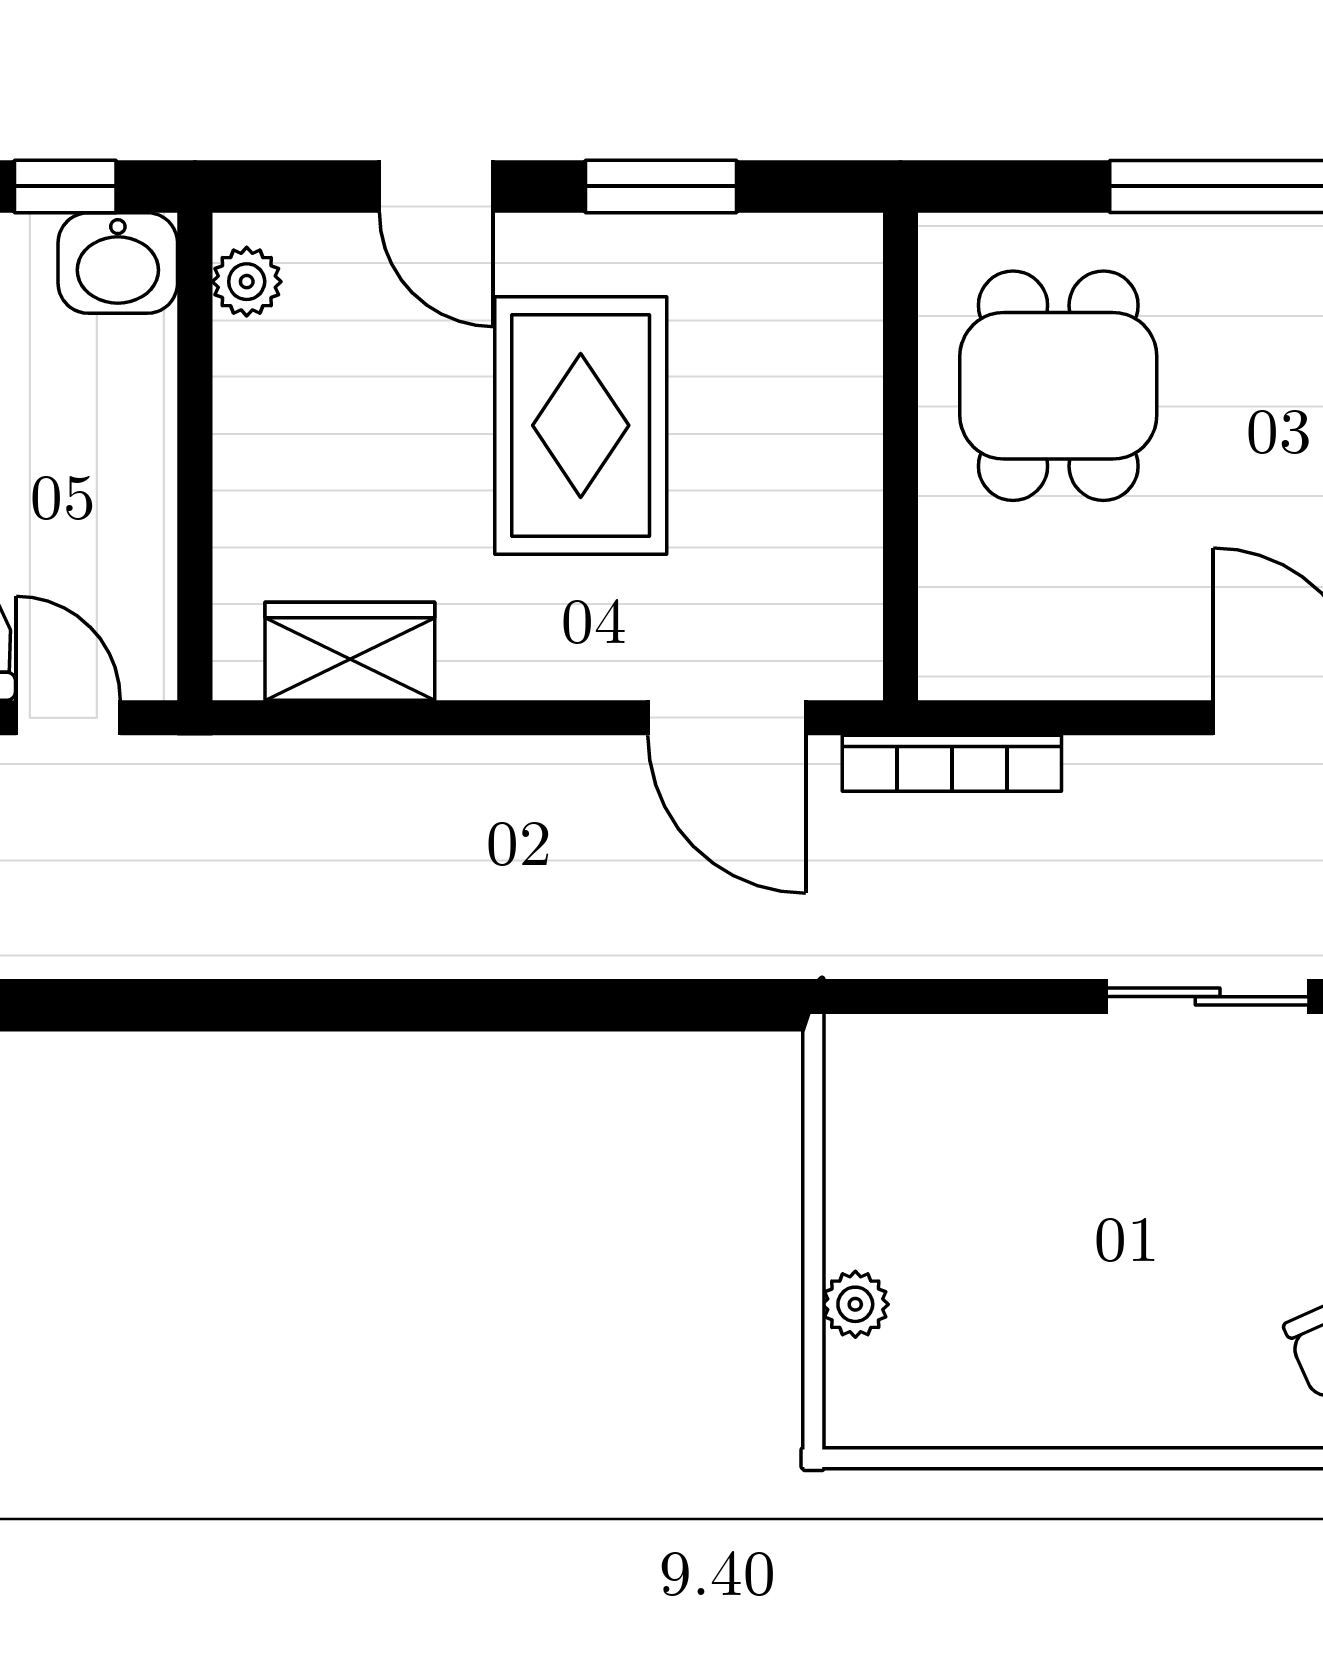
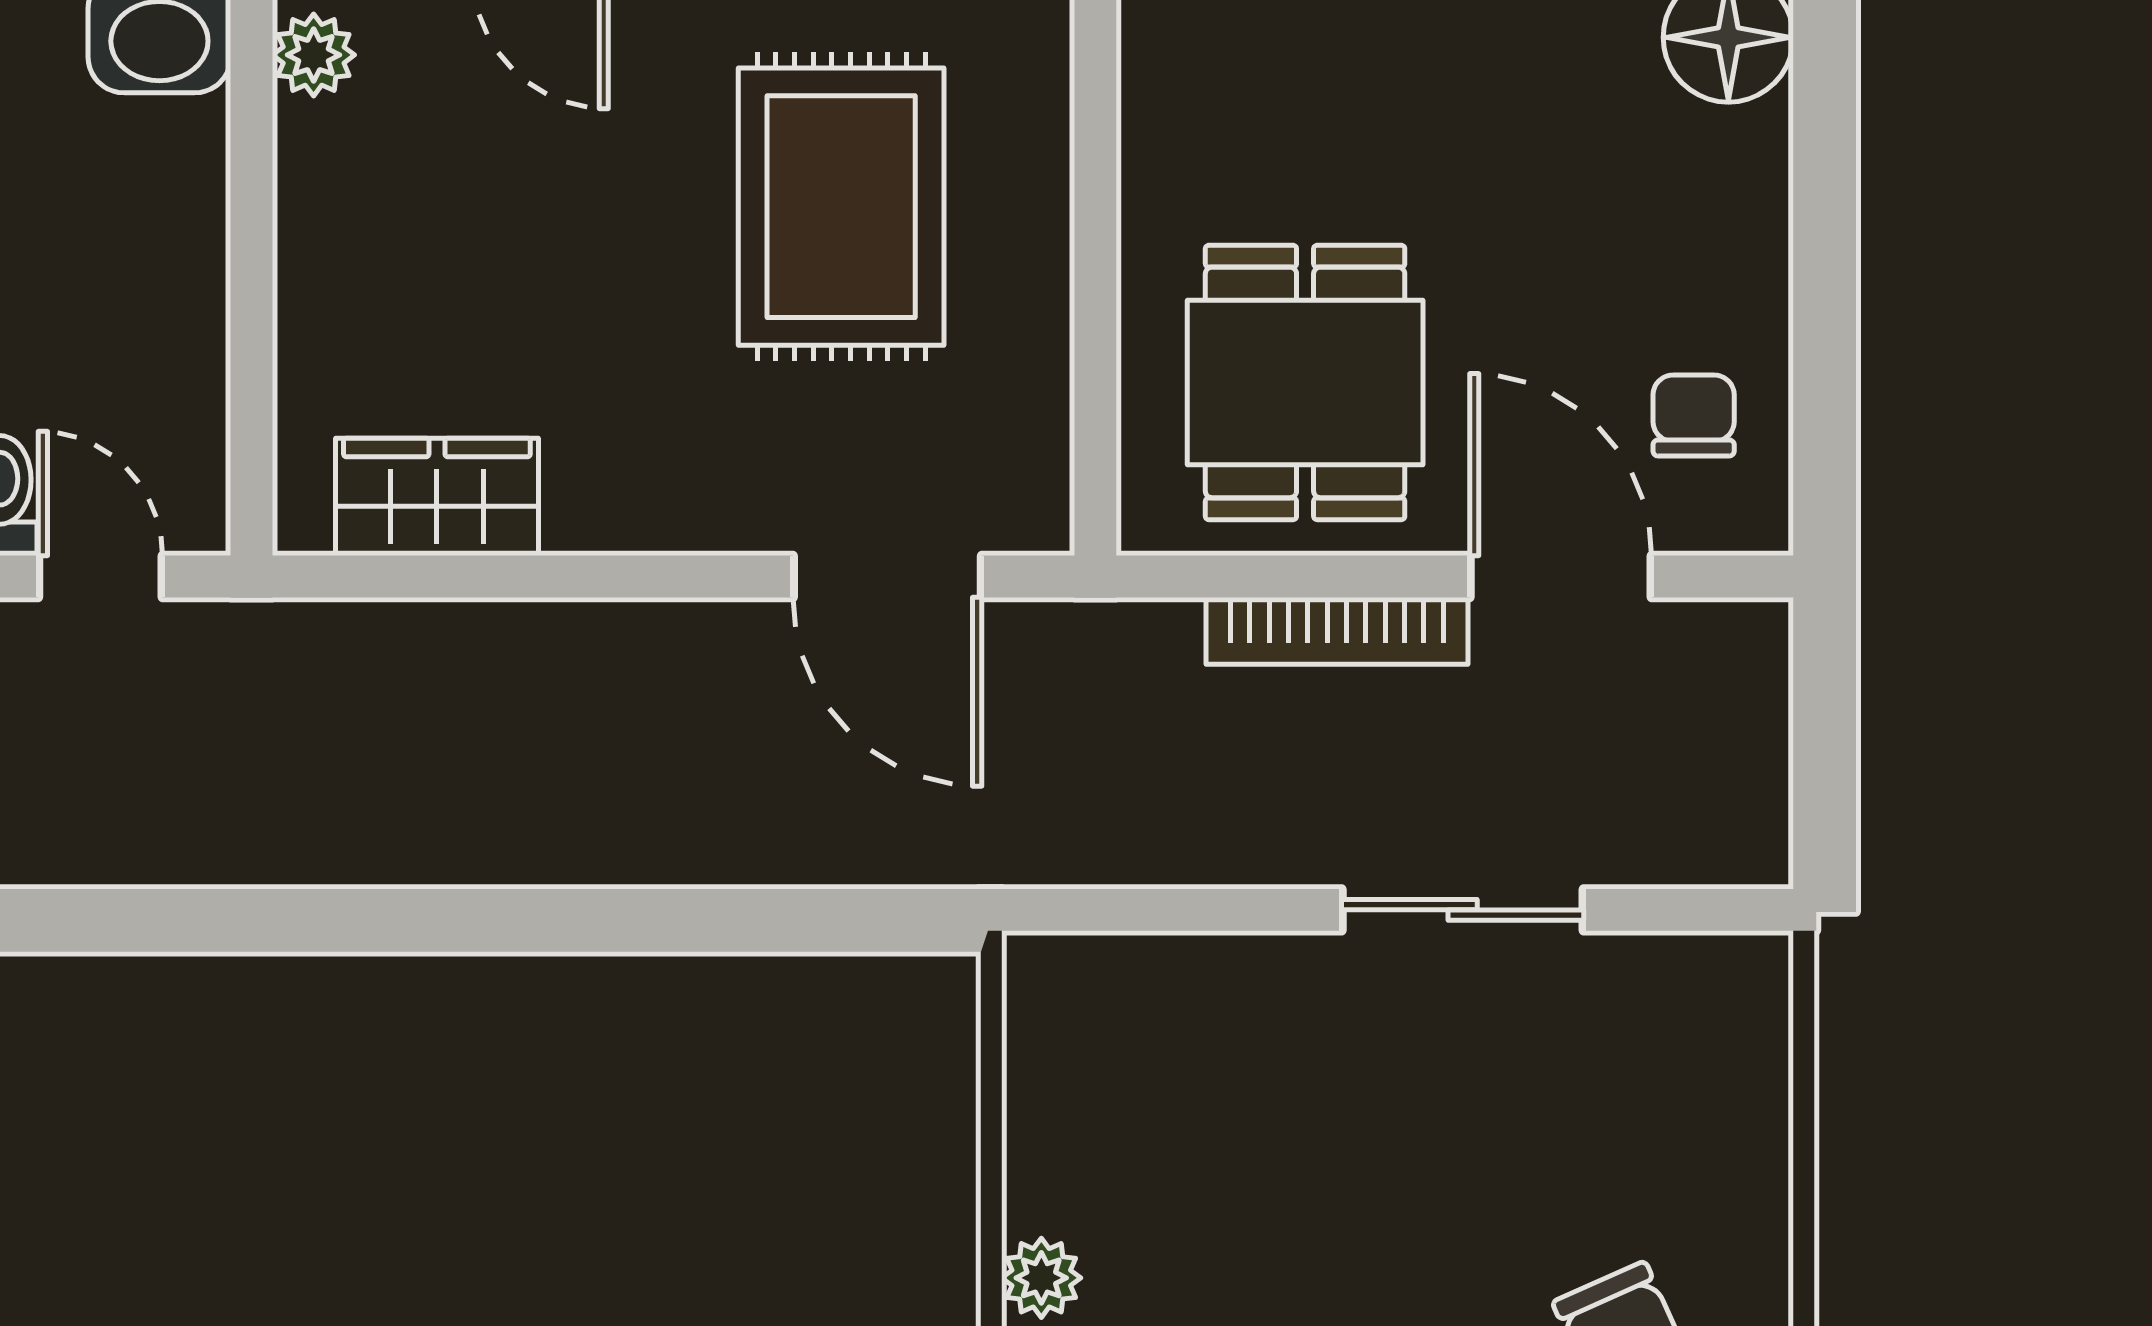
dining table: (1058, 386) -> (1305, 382), moved
rug: (581, 425) -> (841, 207), moved
bookcase: (952, 763) -> (1337, 631), moved

